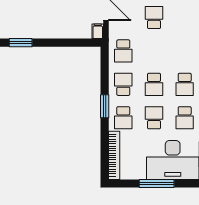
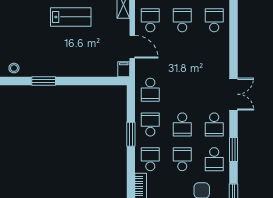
school desk: (154, 18) -> (182, 55), removed
window: (105, 106) -> (131, 134), moved
school desk: (123, 118) -> (150, 159), turned 180

